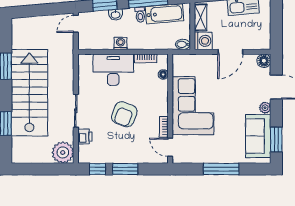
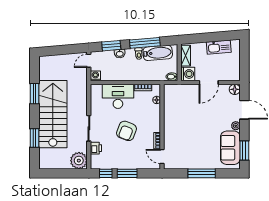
washing machine: (121, 43) -> (95, 76), moved
corner sofa: (193, 106) -> (180, 124), removed

